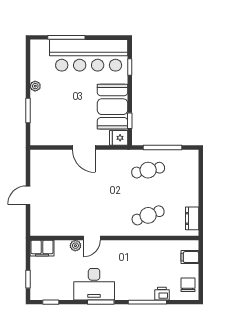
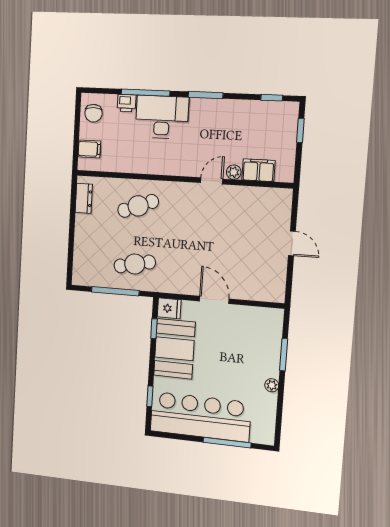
door: (28, 195) -> (292, 243), hinge flipped
filing cabinet: (42, 248) -> (258, 170), moved
desk: (94, 284) -> (162, 117), moved

